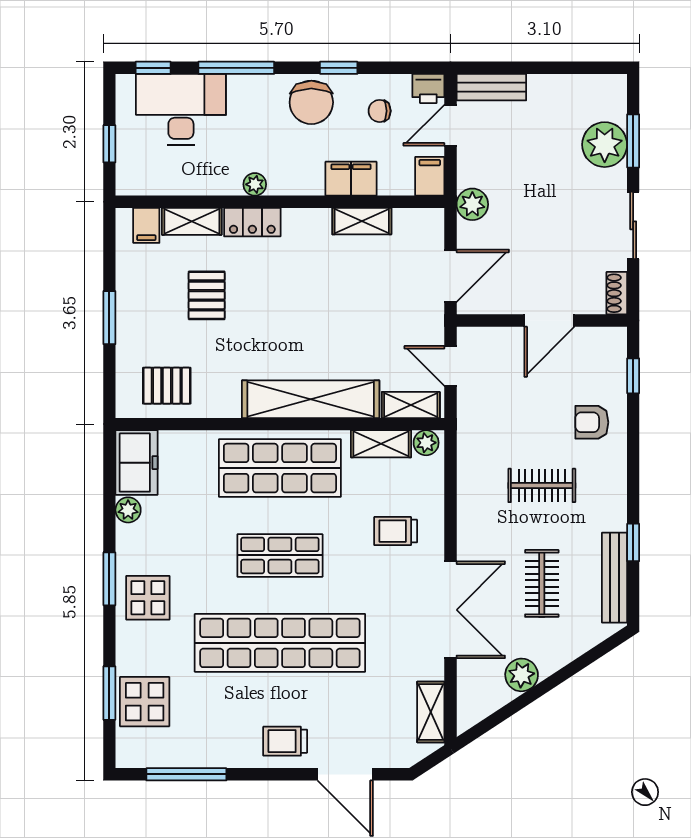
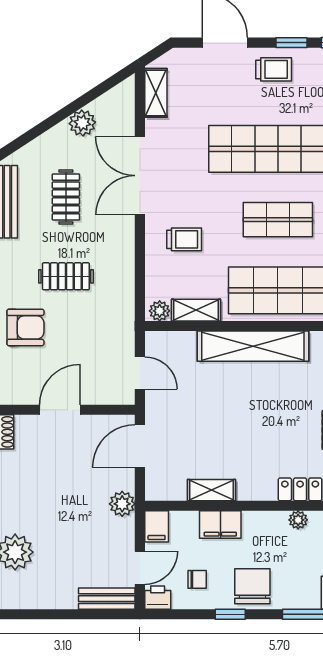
shelving: (411, 405) -> (172, 341), removed
armchair: (592, 422) -> (25, 327), width x1.38, depth x1.38
window: (263, 774) -> (291, 43), added

